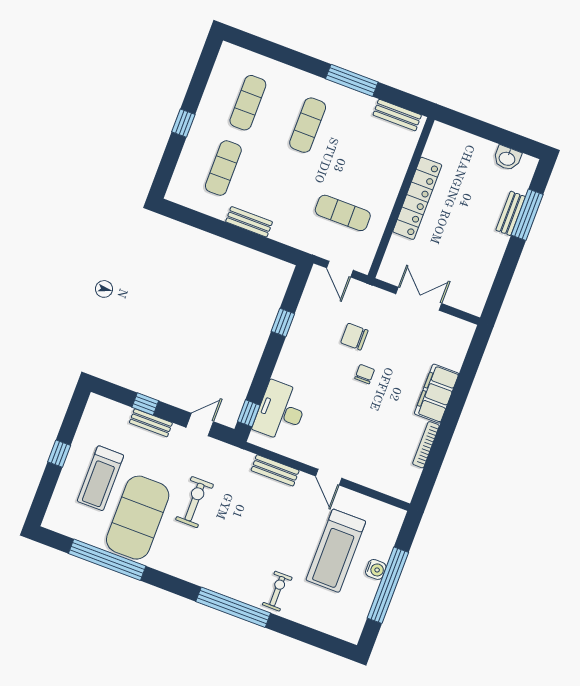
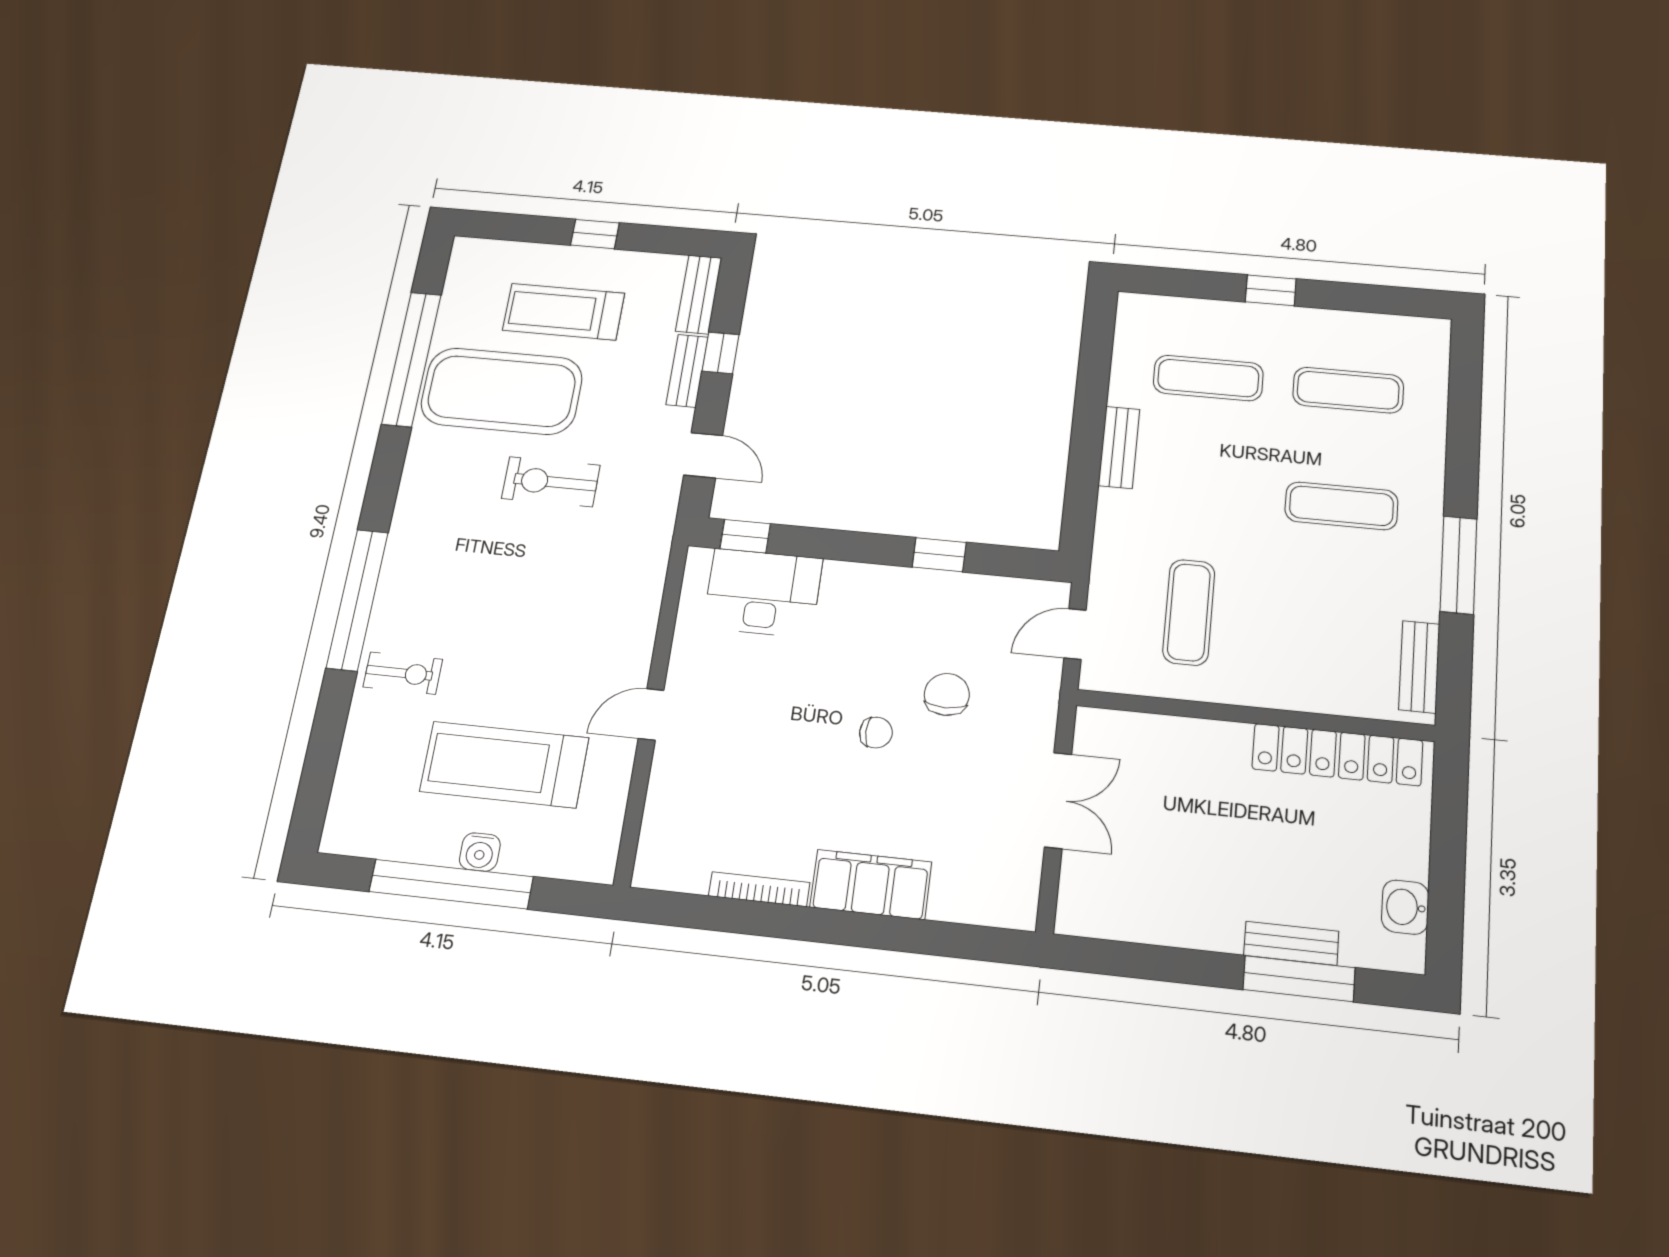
locker: (417, 198) -> (1337, 755), moved
bench: (275, 470) -> (699, 294), moved
exercise bike: (195, 502) -> (551, 482), turned 180

